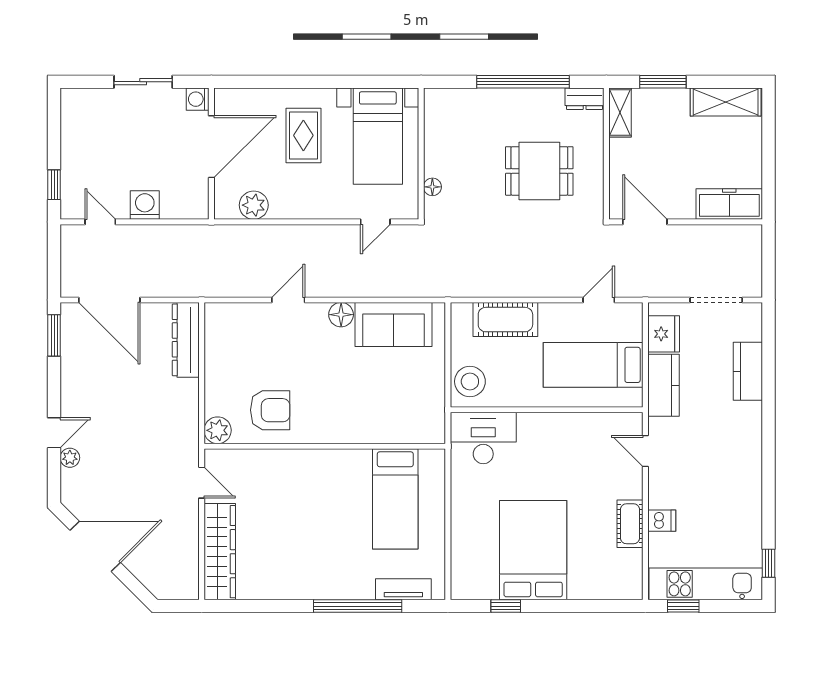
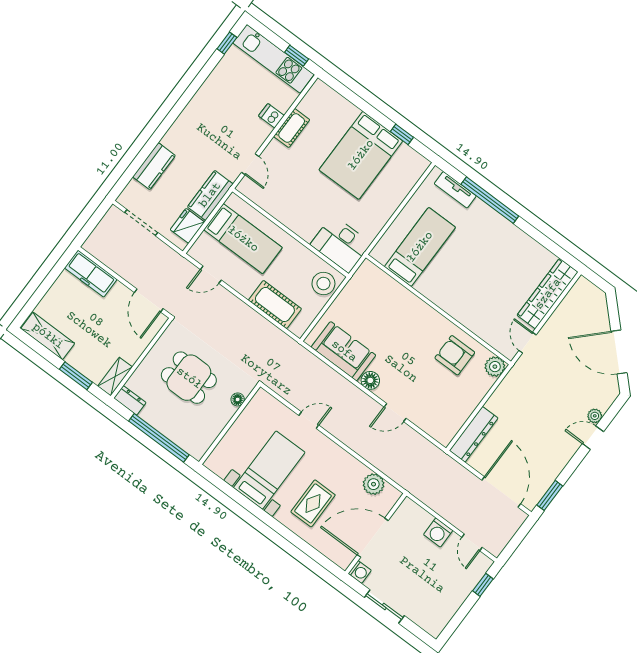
wall: (421, 154) -> (230, 424), moved
floor lamp: (432, 187) -> (238, 399), moved

